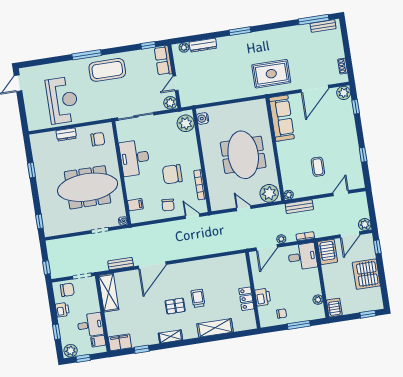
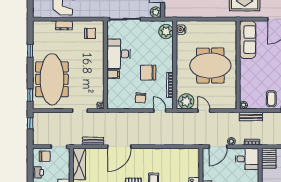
meeting table: (243, 155) -> (210, 65), turned 90
coffee table: (318, 167) -> (271, 99), moved
meeting table: (88, 187) -> (52, 79), moved, turned 90
plant: (269, 193) -> (186, 101), moved
filing cabinet: (135, 205) -> (113, 74), moved
window: (47, 268) -> (30, 123), moved

